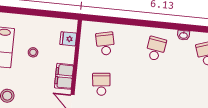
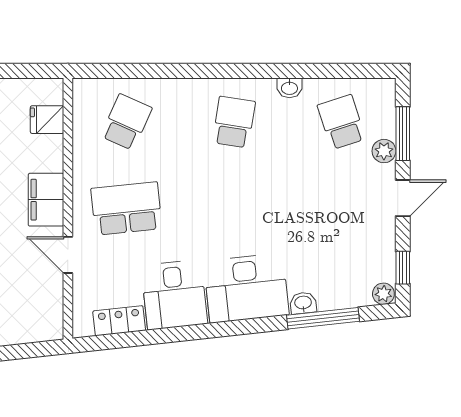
school desk: (105, 44) -> (126, 122), turned 36
school desk: (101, 84) -> (126, 208), width x1.85

